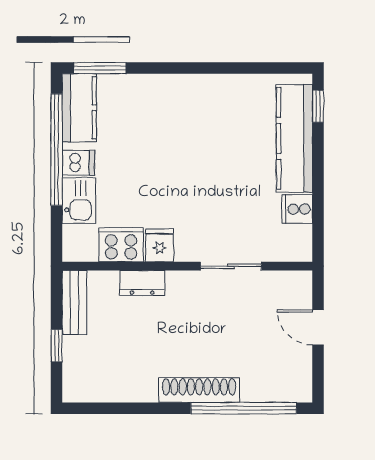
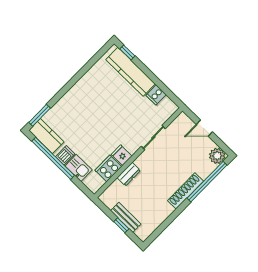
bench: (74, 302) -> (126, 217), moved
plant: (296, 386) -> (217, 156), added

